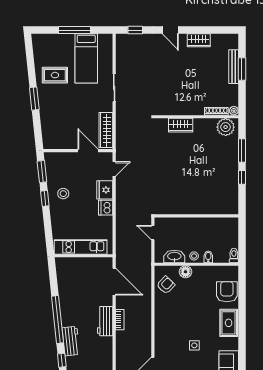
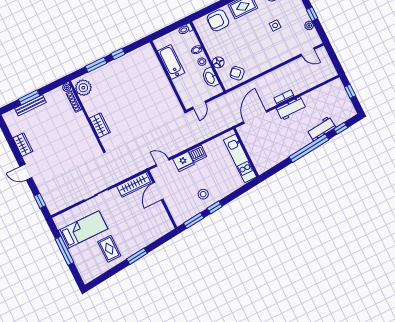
door: (170, 30) -> (26, 172), swing flipped
bathtub: (209, 226) -> (171, 62), added

